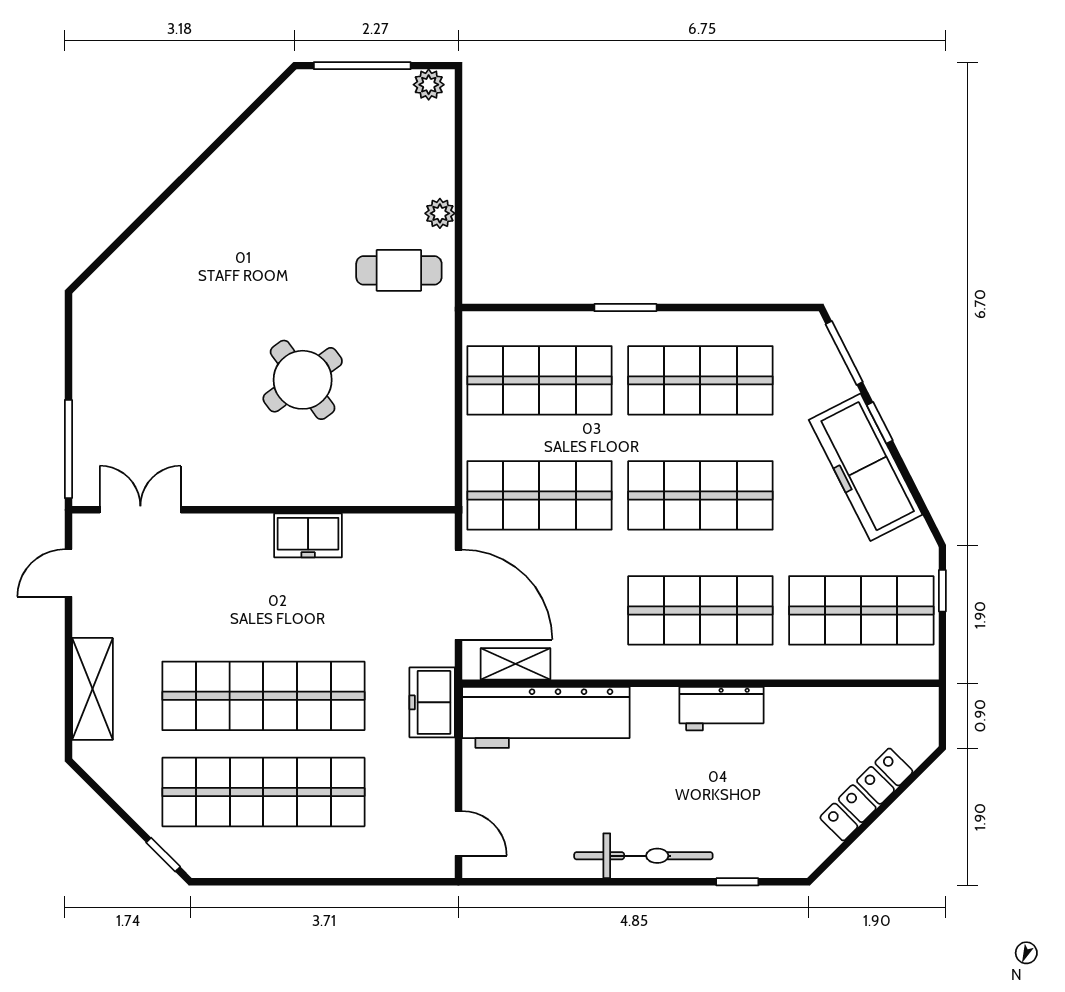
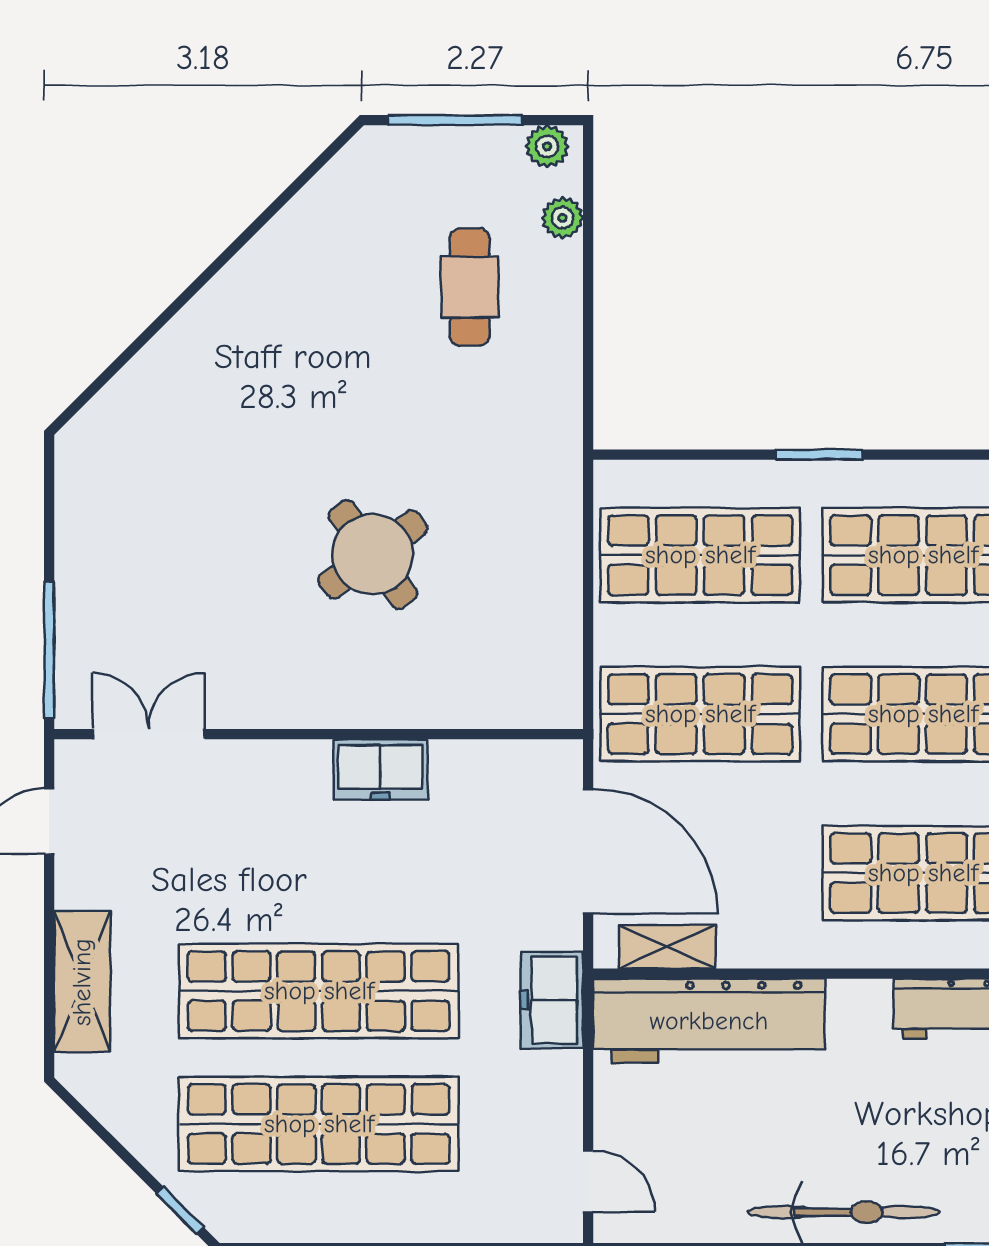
plant: (440, 213) -> (562, 218), moved
cafe table: (399, 270) -> (470, 287), moved, turned 90

